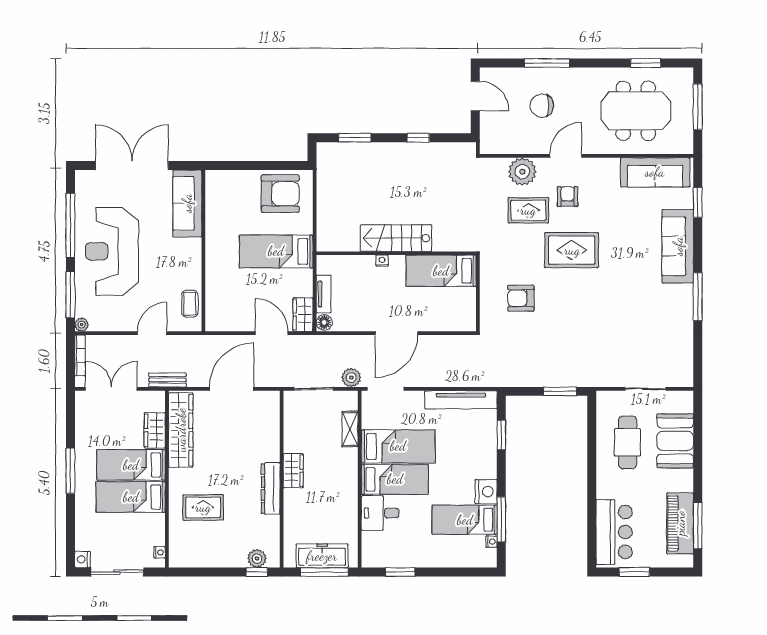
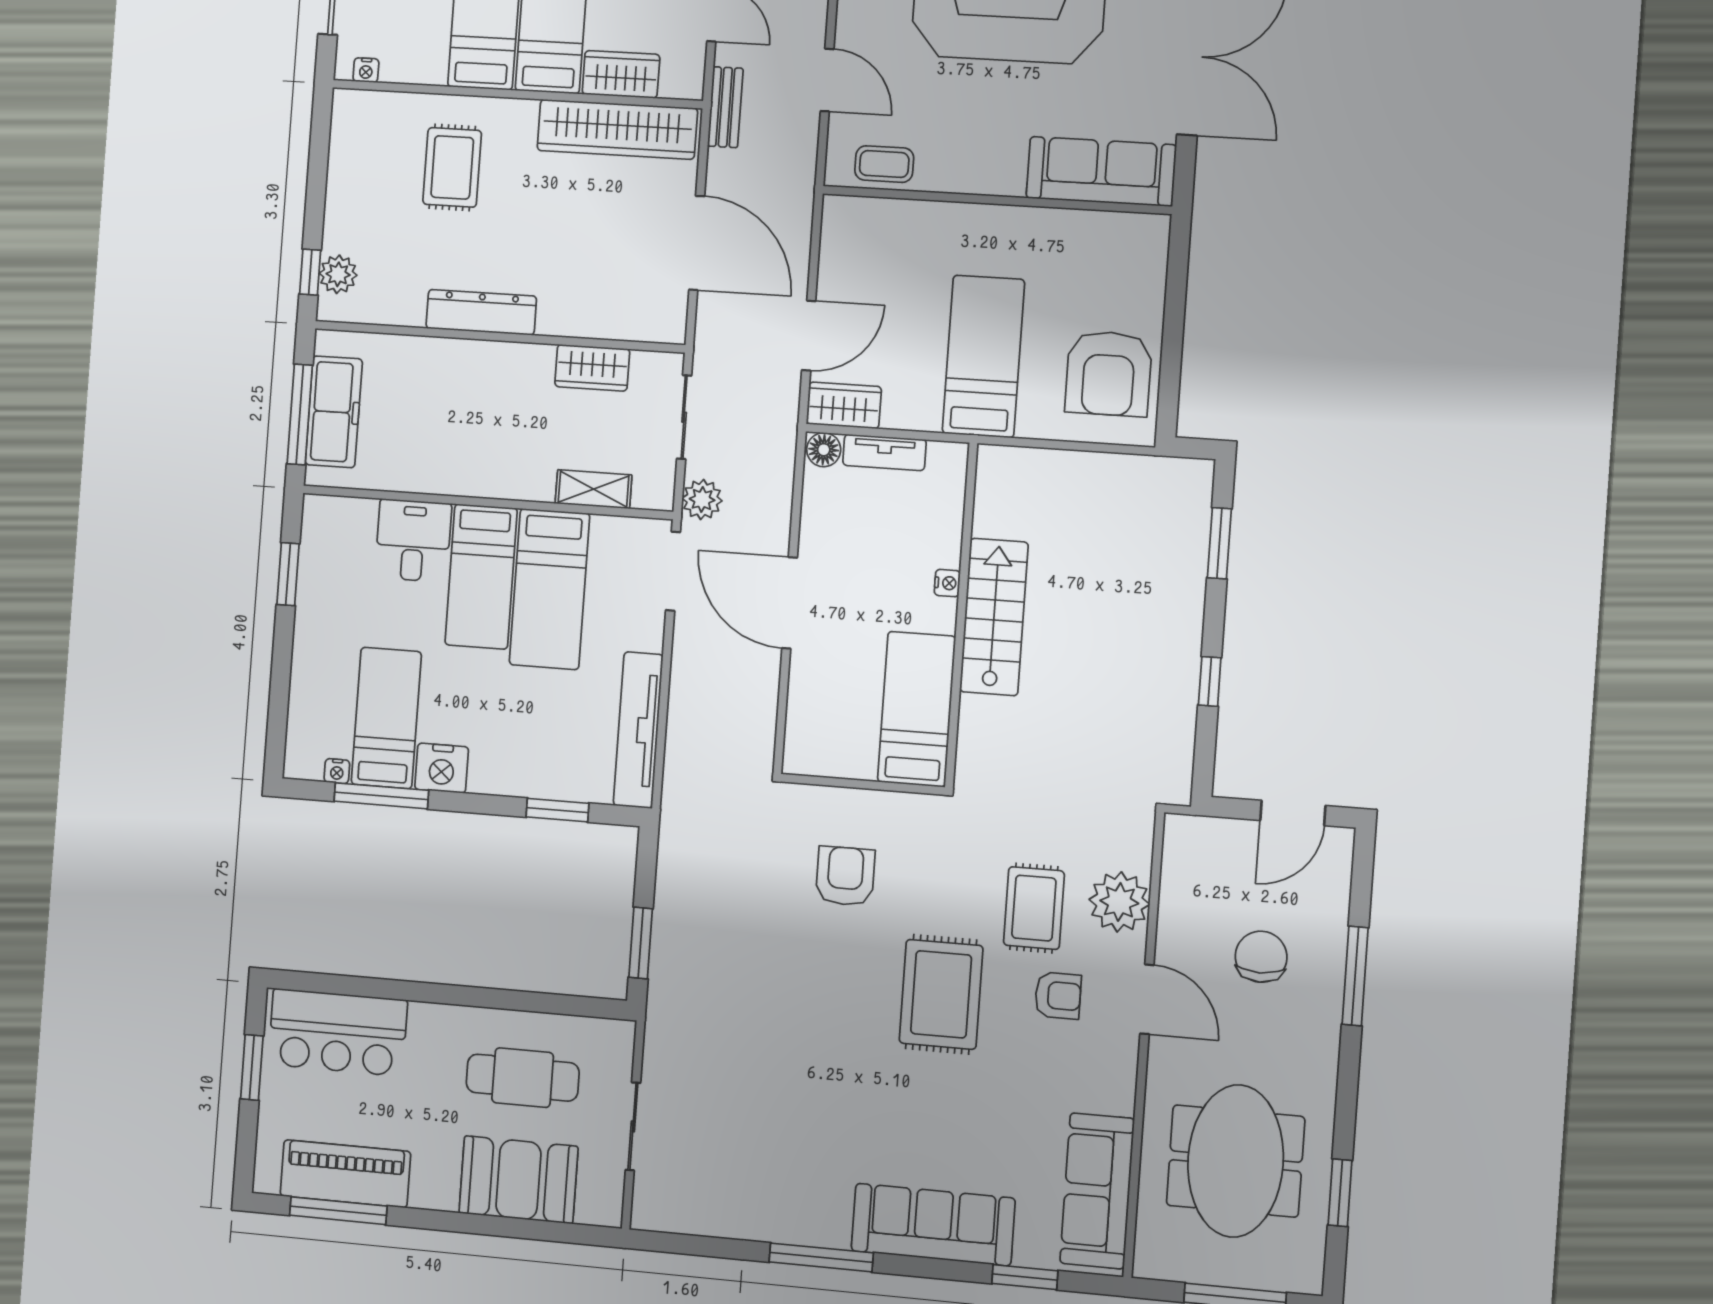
wardrobe: (293, 471) -> (592, 368), moved

